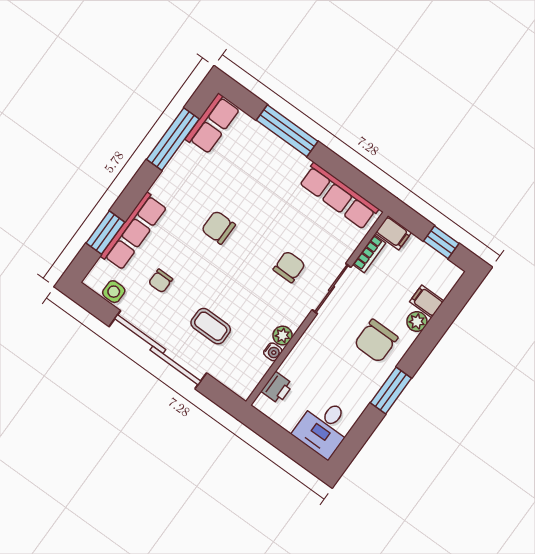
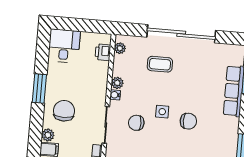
chair: (289, 267) -> (136, 123), turned 90
chair: (161, 281) -> (202, 73), removed
side table: (114, 292) -> (162, 112), moved
water cooler: (273, 352) -> (115, 95), moved
plant: (251, 380) -> (120, 48), added

